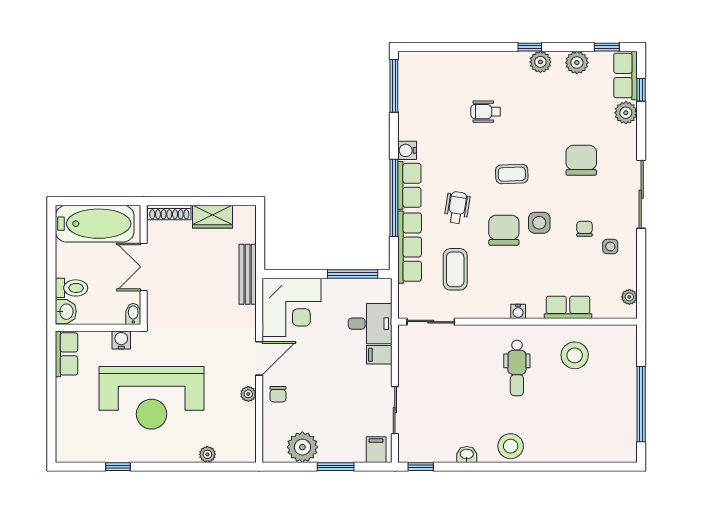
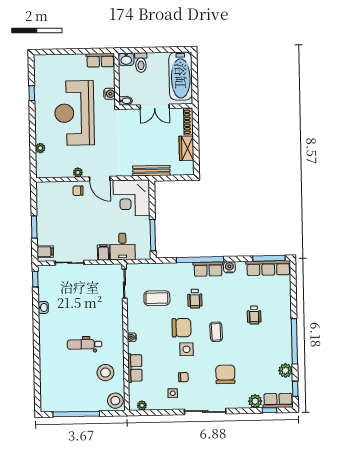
window: (530, 47) -> (294, 341), width x3.17
plant: (540, 62) -> (285, 348), removed
wheelchair: (486, 112) -> (254, 315), turned 180
chair: (581, 160) -> (225, 374), turned -90
wheelchair: (457, 208) -> (195, 299), turned 81
row of seats: (410, 247) -> (268, 268), moved
double door: (144, 267) -> (155, 107), swing flipped
dental chair: (517, 368) -> (85, 344), moved
stool: (511, 446) -> (115, 401), moved
plant: (302, 447) -> (46, 206), removed

